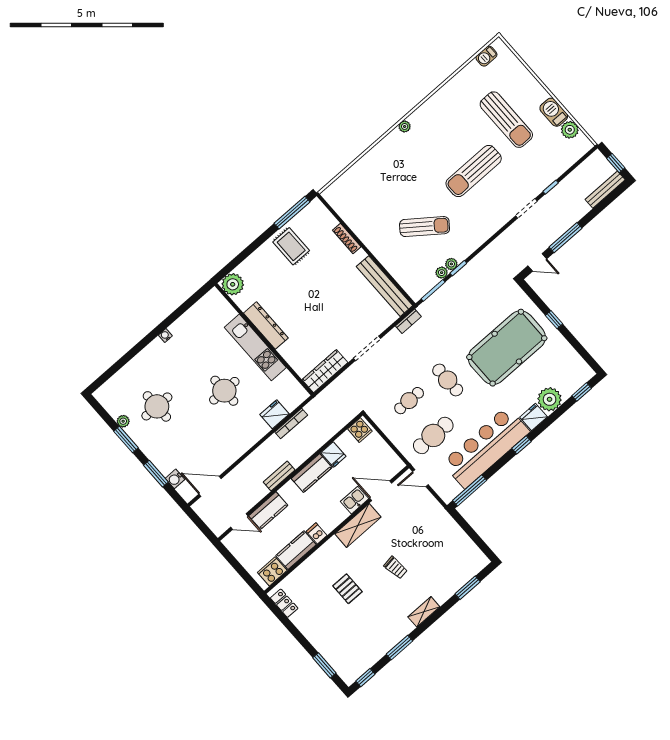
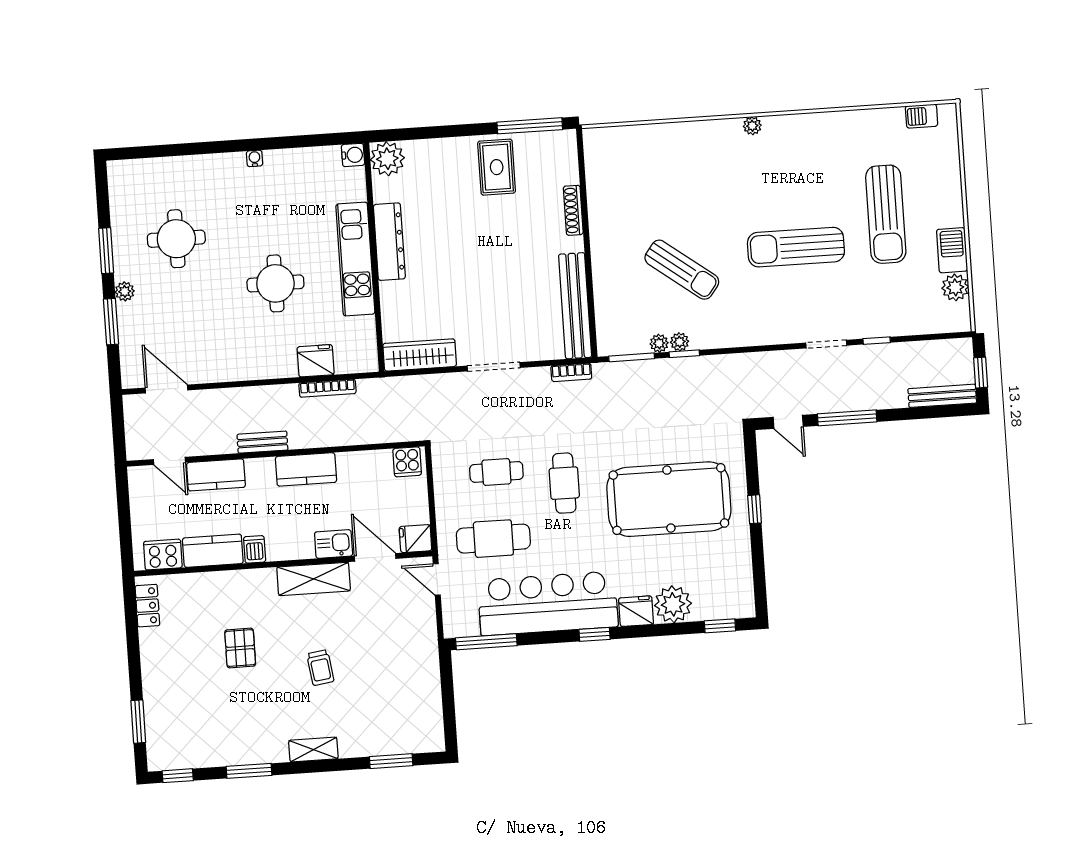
plant: (123, 421) -> (125, 291), moved
fridge: (333, 455) -> (415, 539), moved, turned 90
water cooler: (175, 479) -> (353, 155), moved, turned 180

